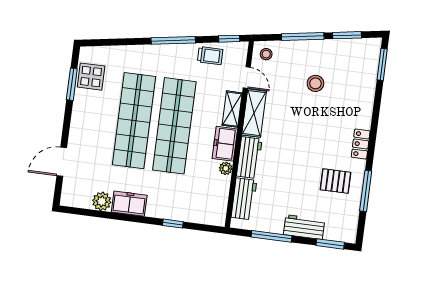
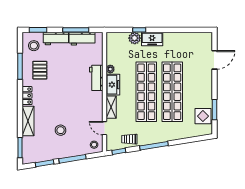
shelving: (254, 113) -> (28, 121), moved
pallet: (336, 181) -> (40, 70), turned 90
workbench: (244, 199) -> (82, 39), moved, turned -90
plant: (102, 201) -> (135, 38), moved
freezer: (129, 204) -> (152, 39), moved
stool: (340, 220) -> (34, 46), added

